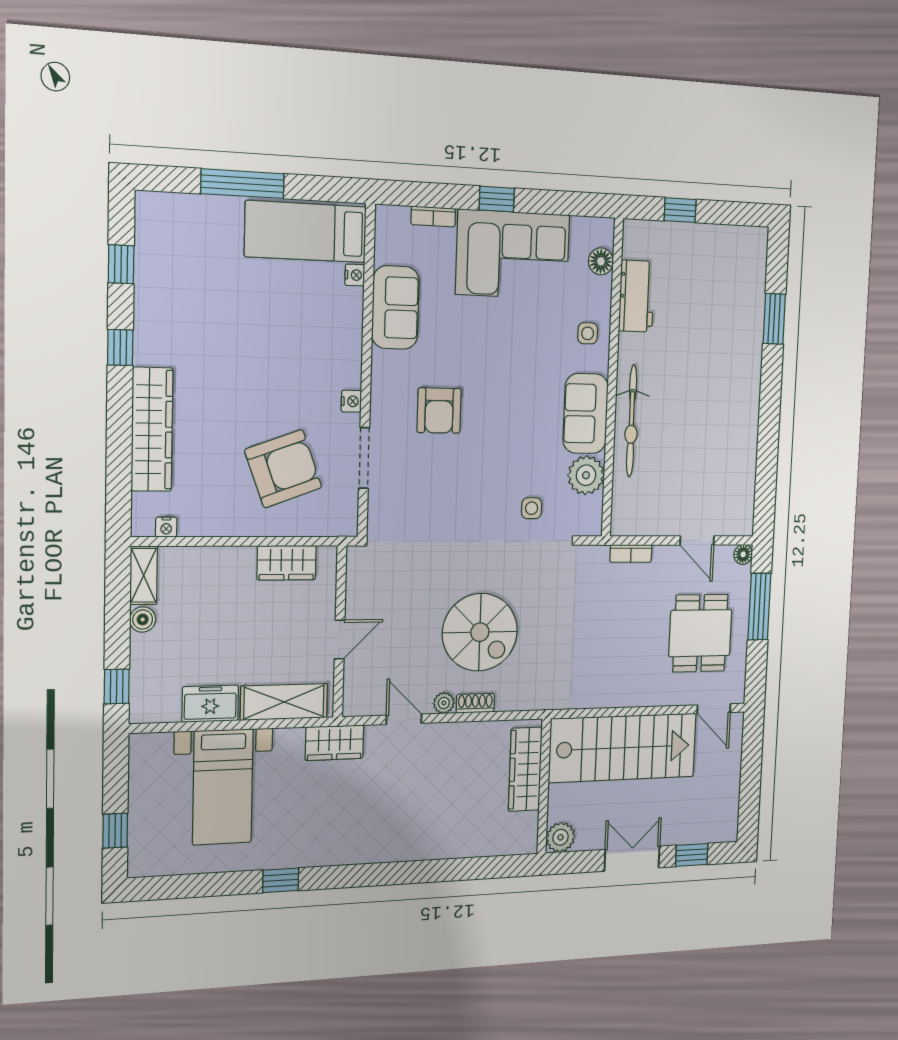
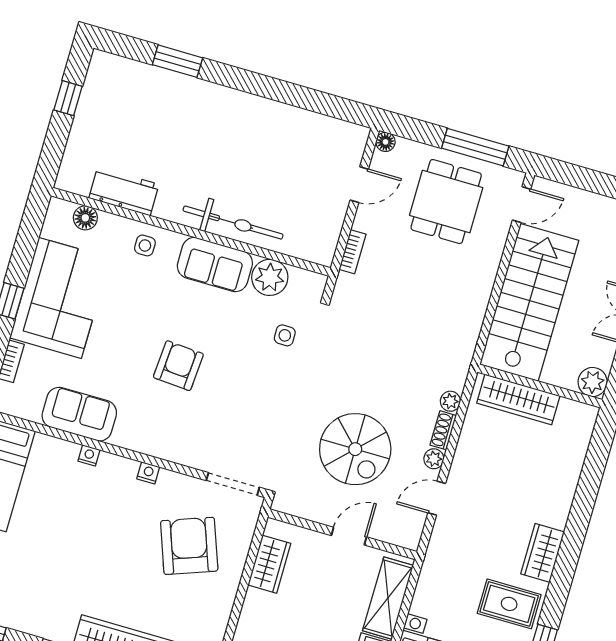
window: (680, 210) -> (68, 98), moved
nightstand: (355, 275) -> (89, 455), moved
armchair: (439, 411) -> (178, 366), moved, turned -86
doorway: (364, 458) -> (233, 484), moved
window: (759, 607) -> (475, 147), moved
spiral stairs: (480, 632) -> (355, 449), moved, turned 90
dining table: (700, 633) -> (446, 202), turned 90
door: (340, 640) -> (349, 536), hinge flipped
plant: (507, 701) -> (450, 401), added
wardrobe: (335, 743) -> (543, 553), moved, turned 180
rug: (312, 831) -> (509, 604), added

